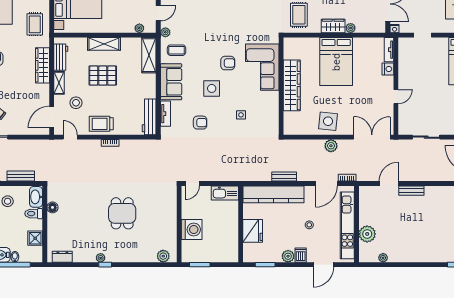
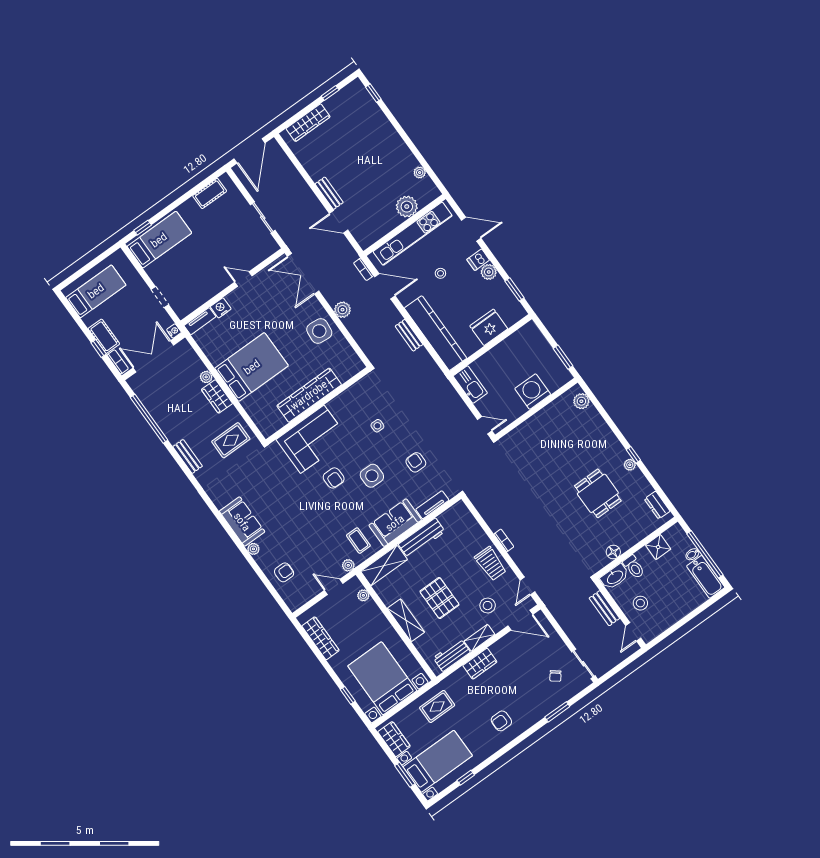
armchair: (228, 63) -> (334, 478), turned 180
wardrobe: (42, 65) -> (480, 664), width x0.67
workbench: (149, 117) -> (422, 538), moved
dining table: (122, 213) -> (598, 493), moved, turned 90

